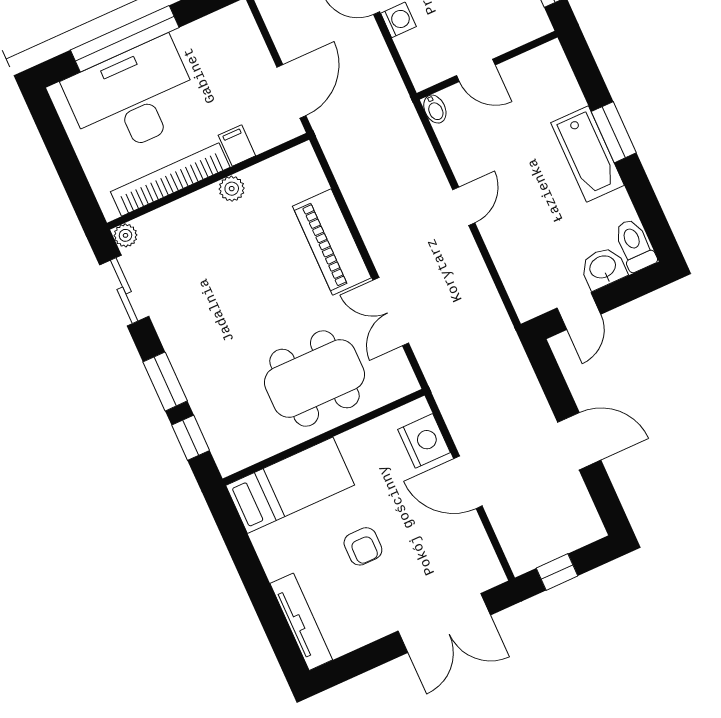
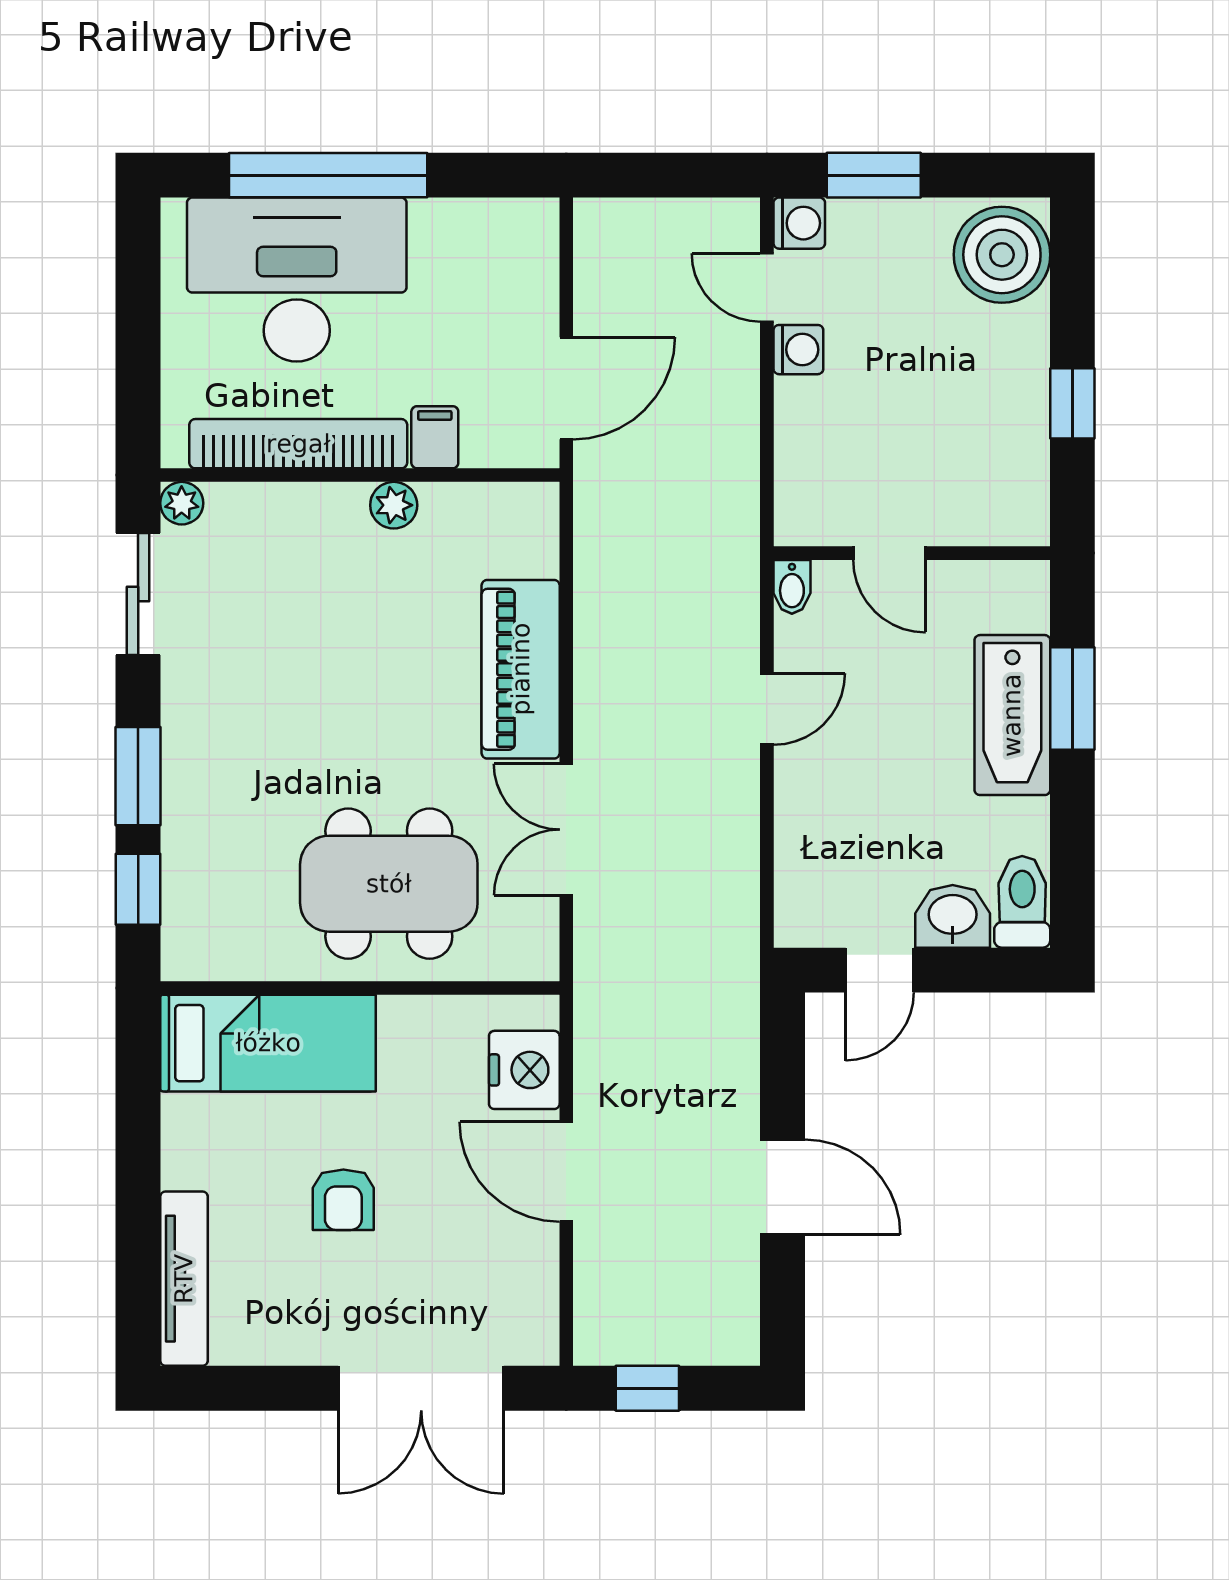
wall: (487, 65) -> (912, 553), moved
door: (476, 70) -> (889, 553), moved
bidet: (435, 109) -> (792, 587), moved

